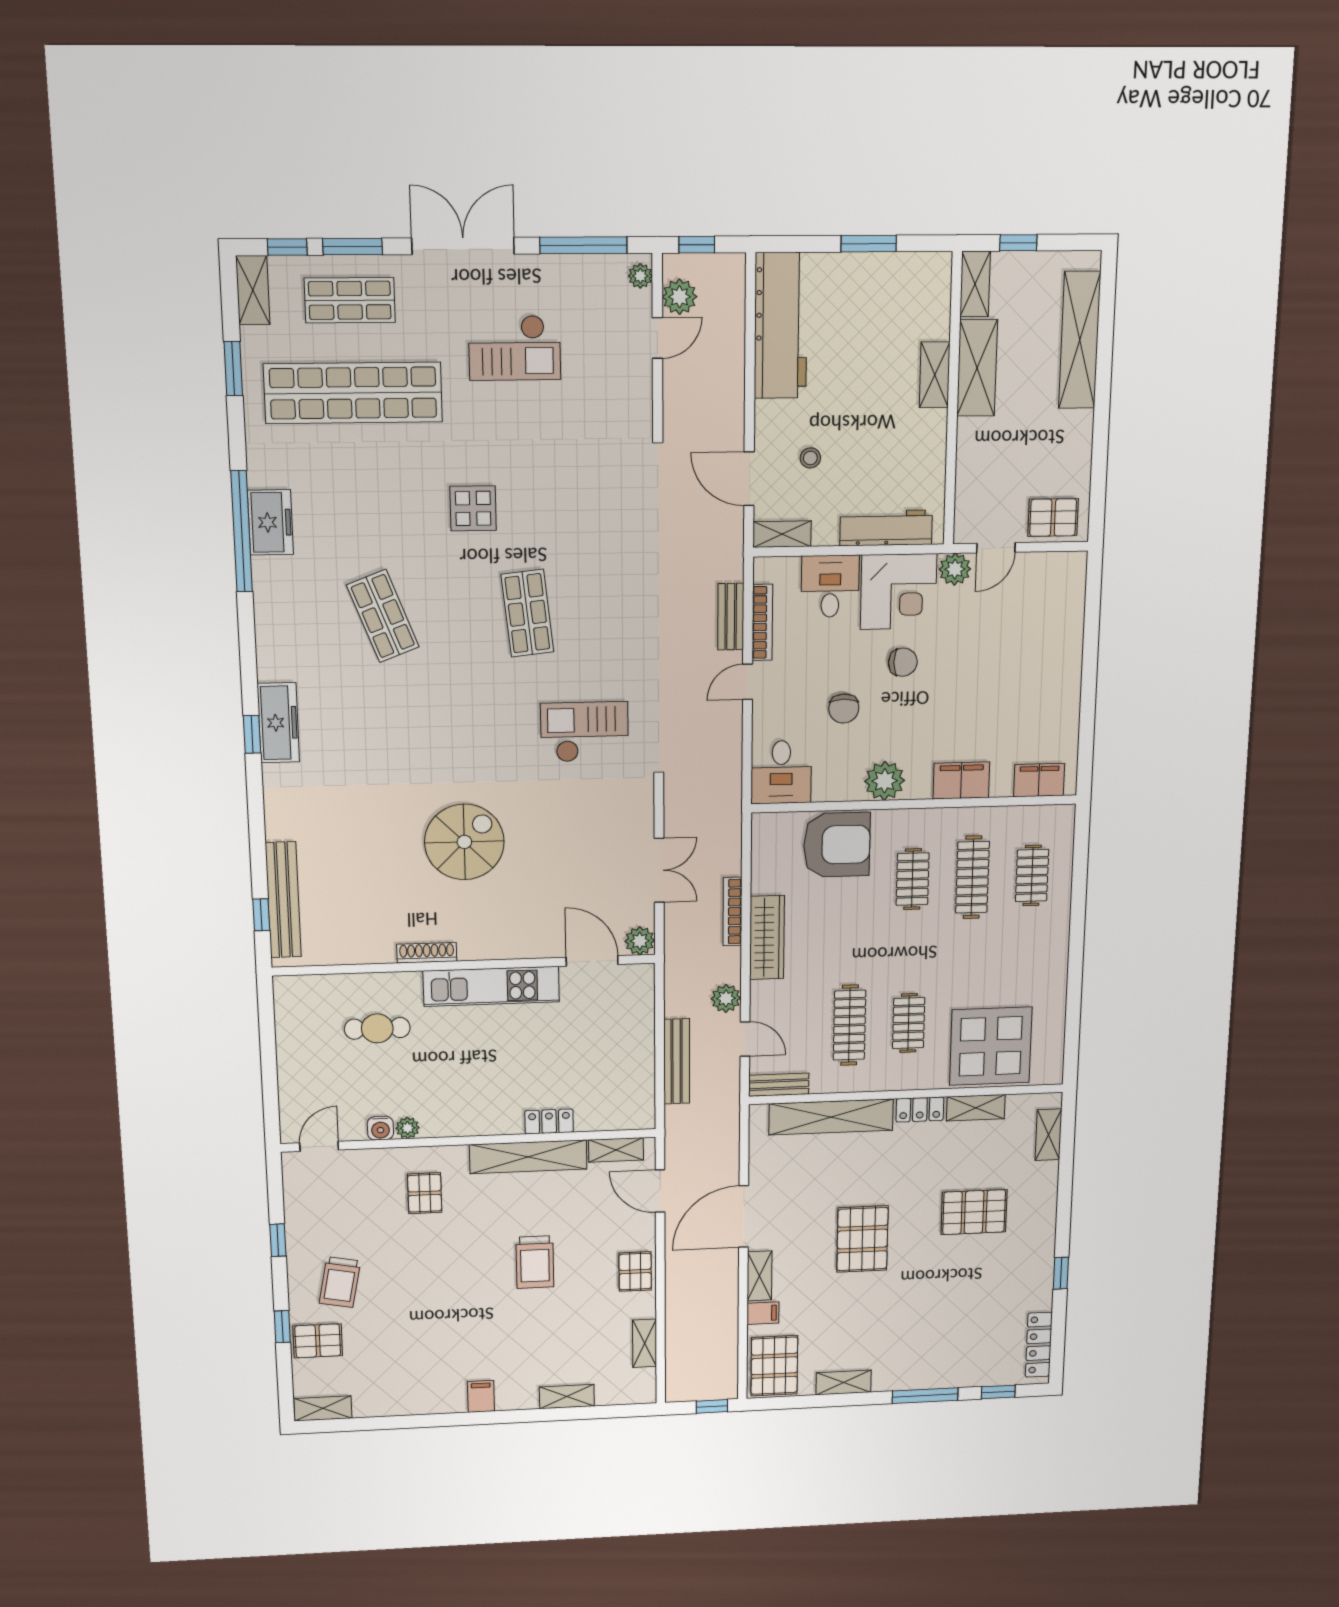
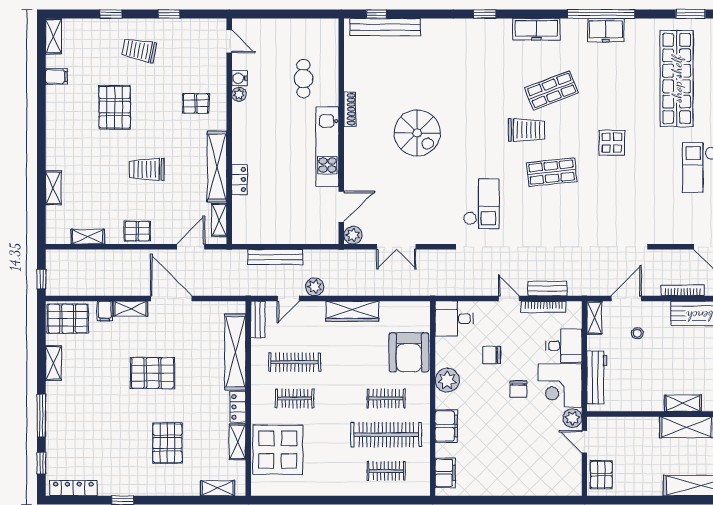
trolley: (454, 658) -> (526, 130), added
freezer: (278, 723) -> (537, 29), moved
clothes rail: (972, 877) -> (386, 435), width x1.37, depth x1.31
bookcase: (732, 912) -> (683, 290), moved
pallet: (318, 1341) -> (115, 107), moved, width x1.50, depth x1.42
filing cabinet: (481, 1396) -> (56, 77), moved

